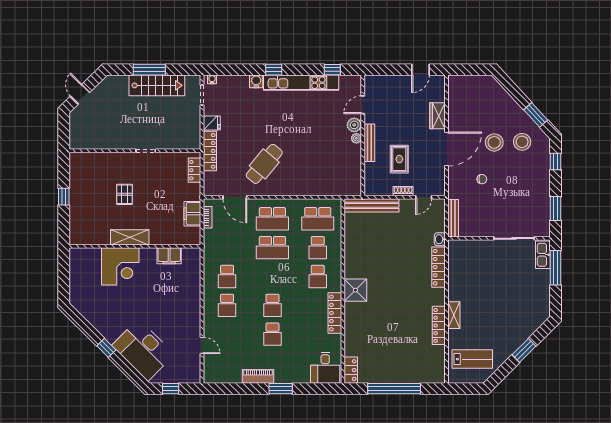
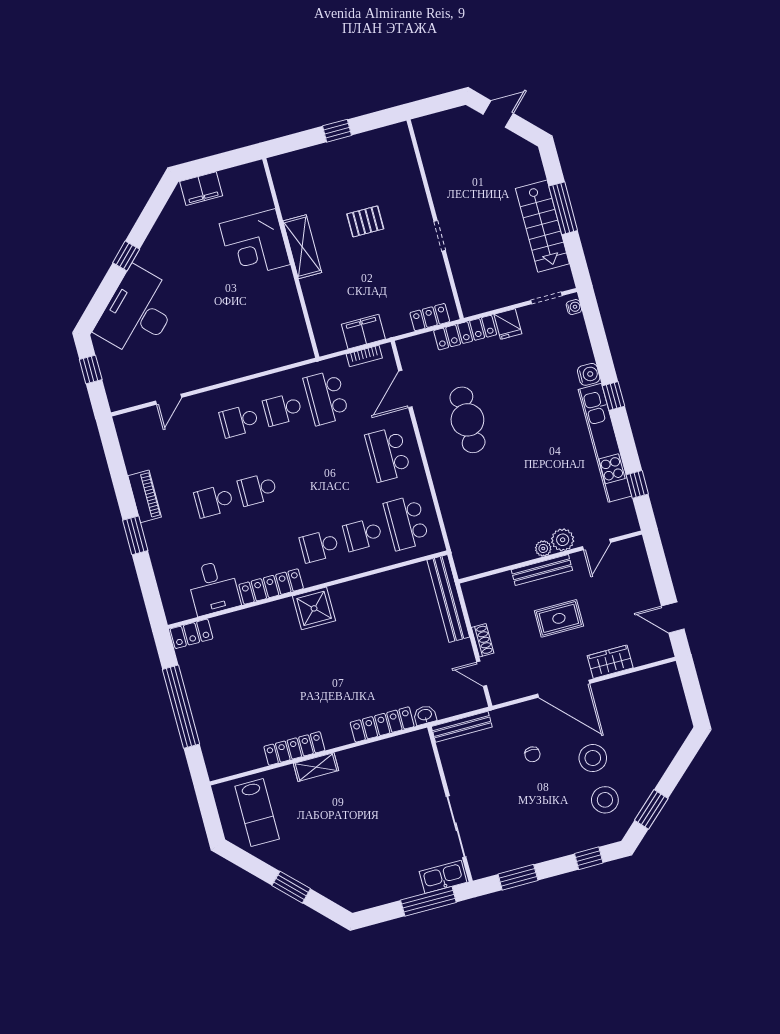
door: (363, 105) -> (596, 545), swing flipped
rug: (399, 159) -> (559, 618), moved
cafe table: (264, 164) -> (467, 420), turned 50
school desk: (272, 248) -> (326, 398), moved
filing cabinet: (169, 256) -> (201, 189), moved, turned -90
desk: (325, 368) -> (213, 588), moved, turned -90

